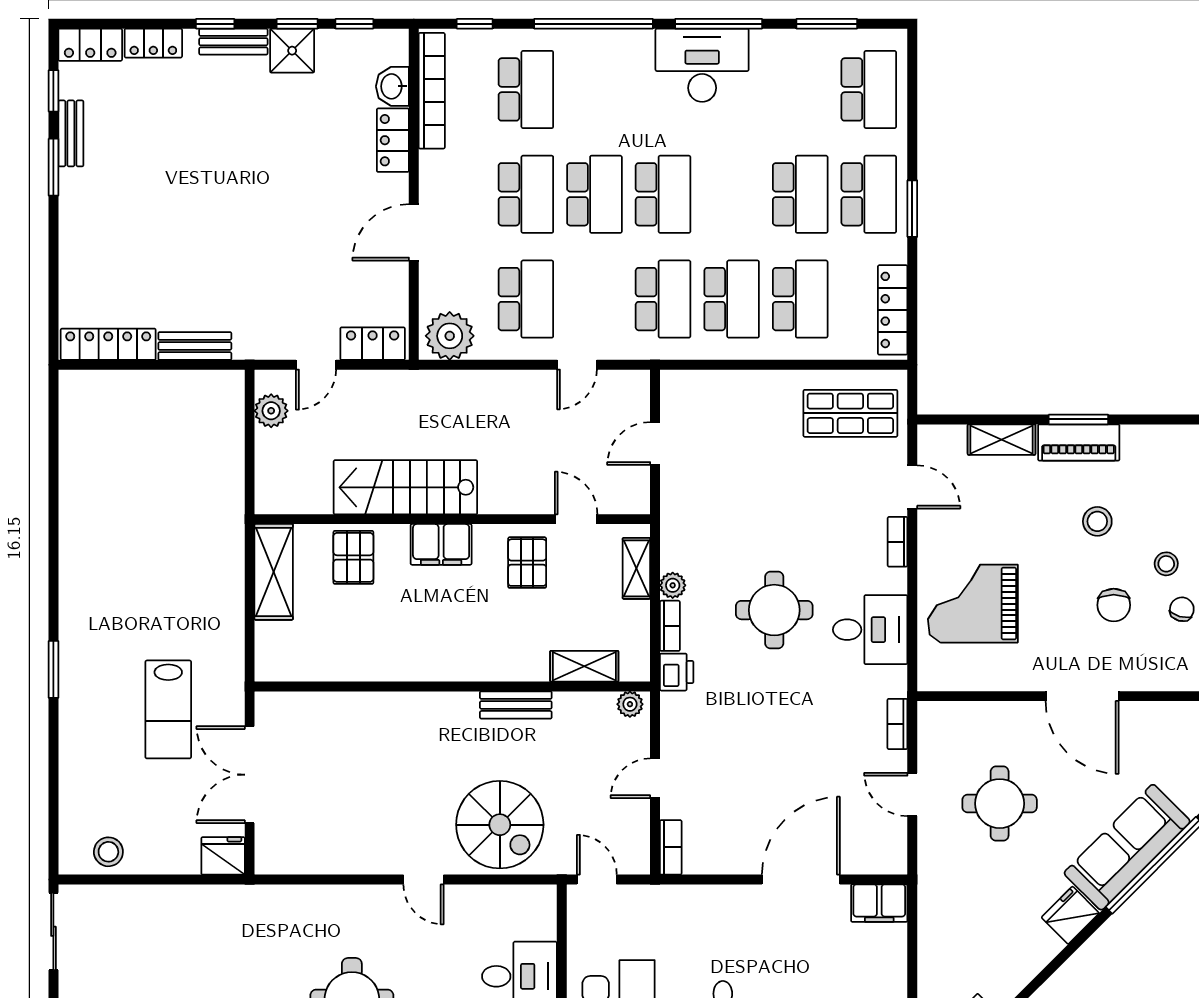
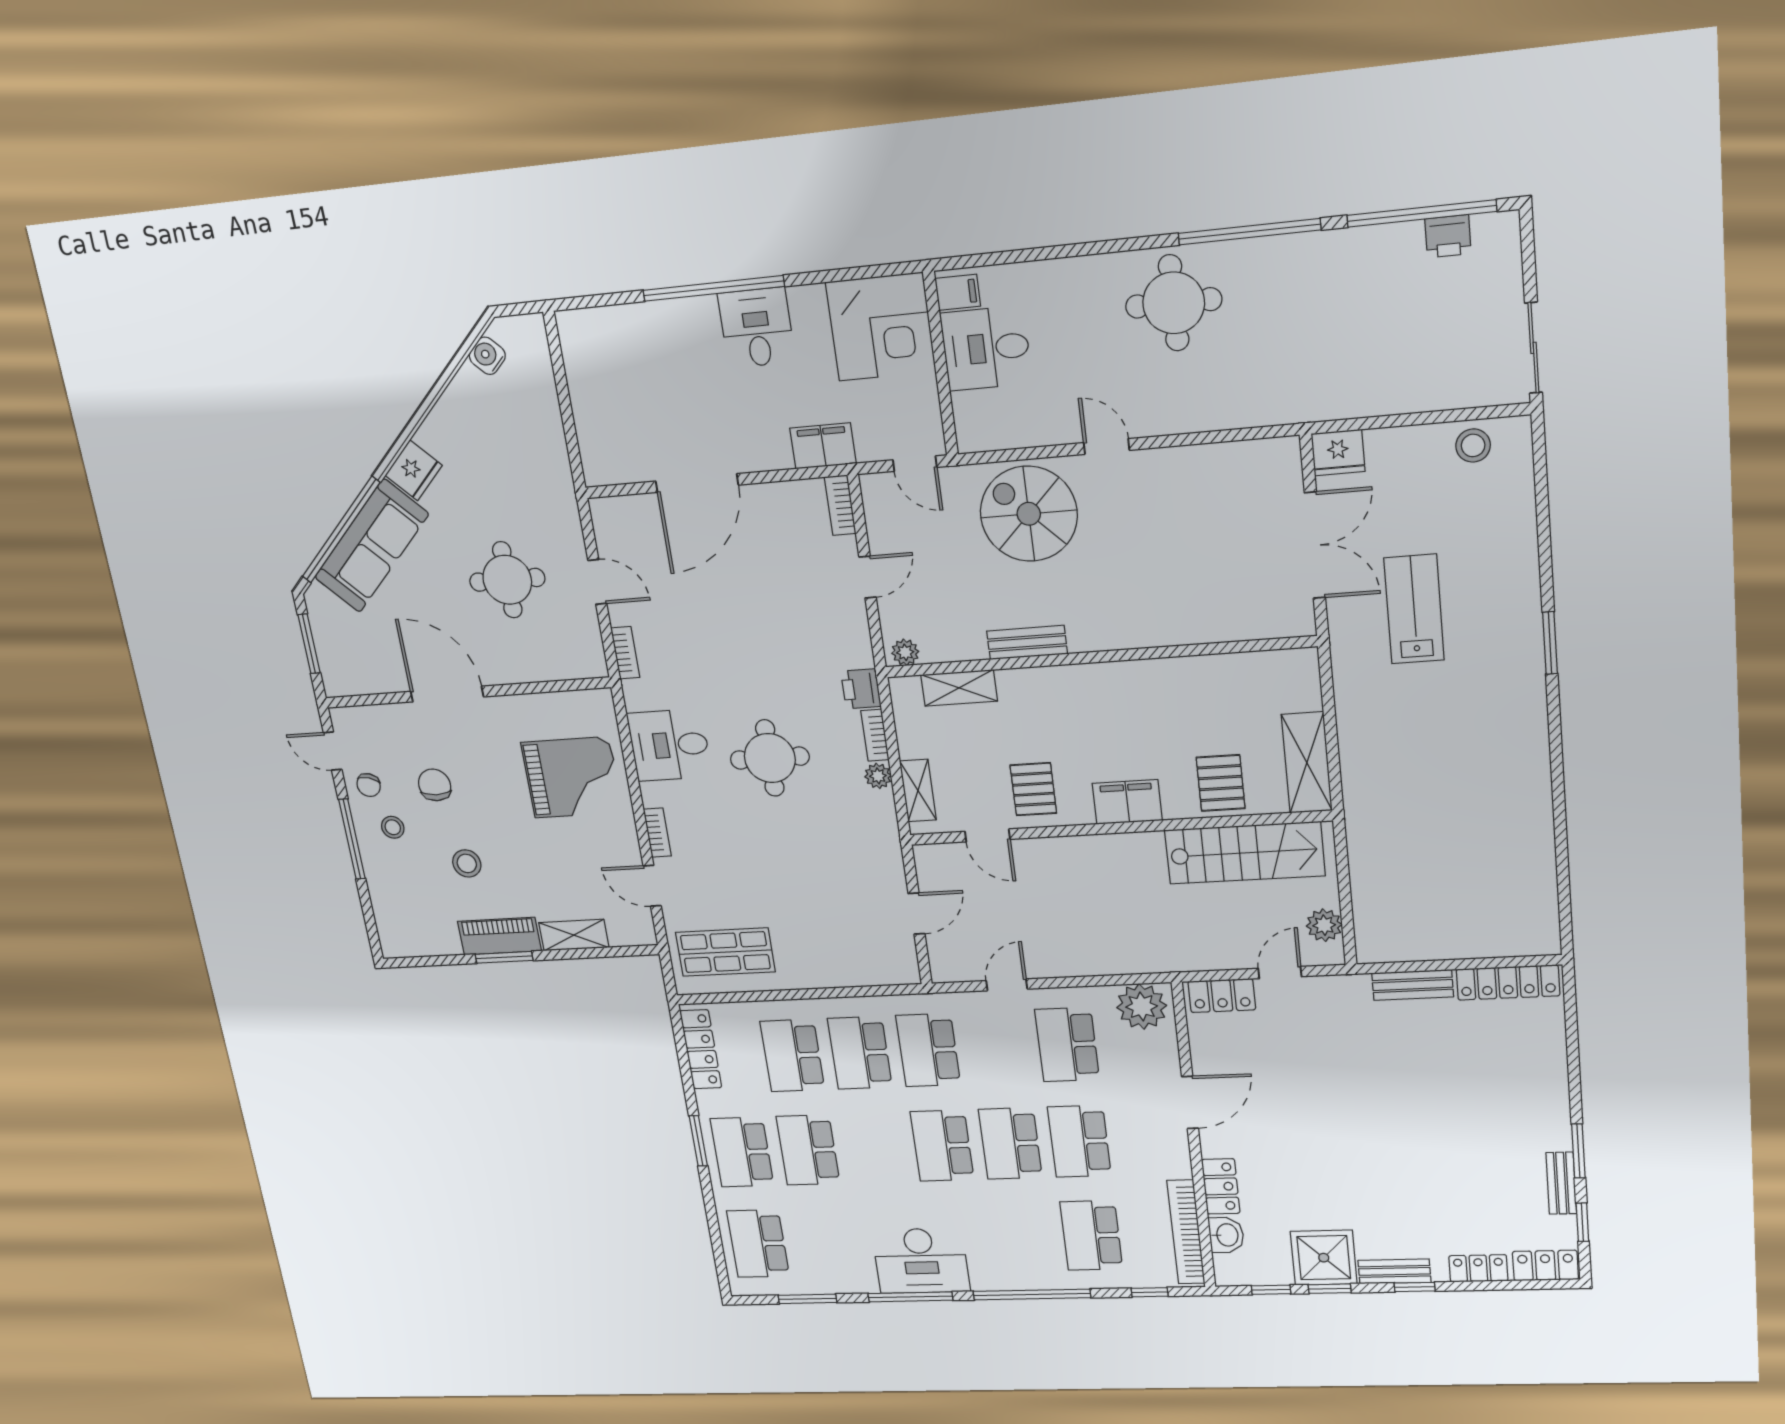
shower: (292, 51) -> (1324, 1258), width x1.36, depth x1.36
stairs: (405, 487) -> (1245, 853), moved
filing cabinet: (879, 903) -> (823, 446), moved

